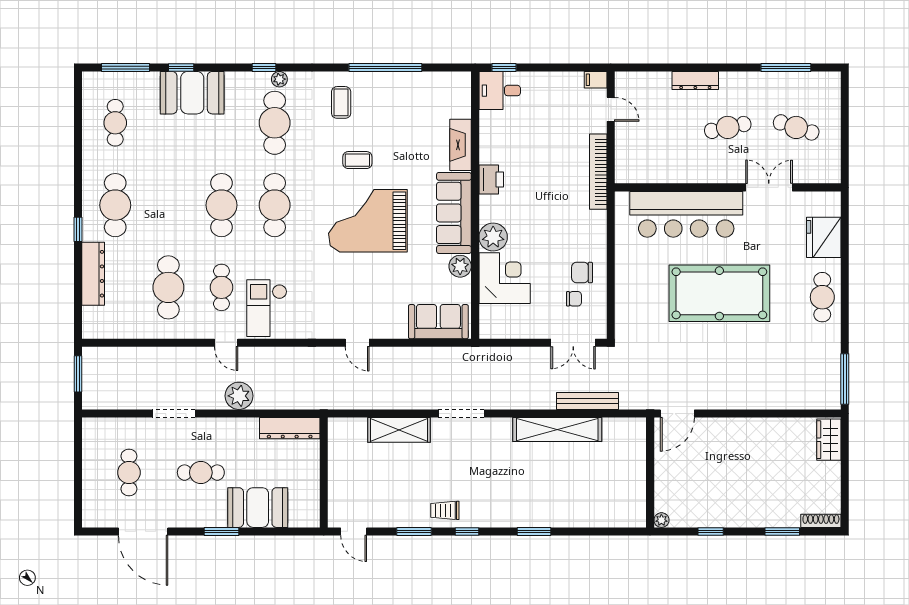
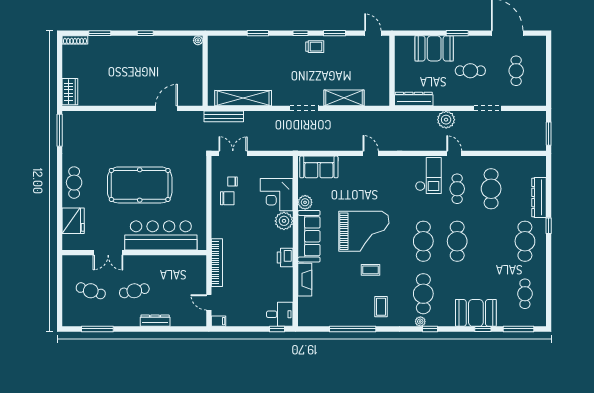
wall: (650, 473) -> (205, 71), moved
plant: (661, 520) -> (198, 40), moved

